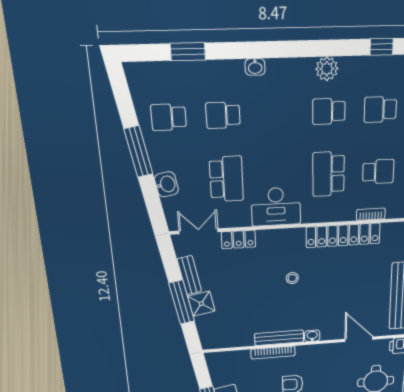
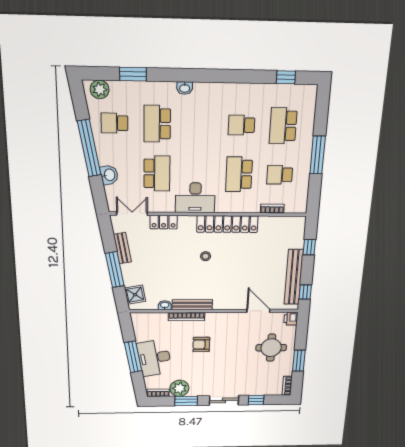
plant: (327, 69) -> (100, 89), moved
school desk: (380, 109) -> (283, 126), width x1.85
school desk: (223, 115) -> (157, 124), width x1.85
window: (138, 152) -> (89, 148), width x1.46
school desk: (378, 172) -> (280, 175), turned 180
locker: (343, 235) -> (227, 224), moved
shower: (201, 304) -> (135, 295), moved
washbasin: (312, 336) -> (165, 305), moved

